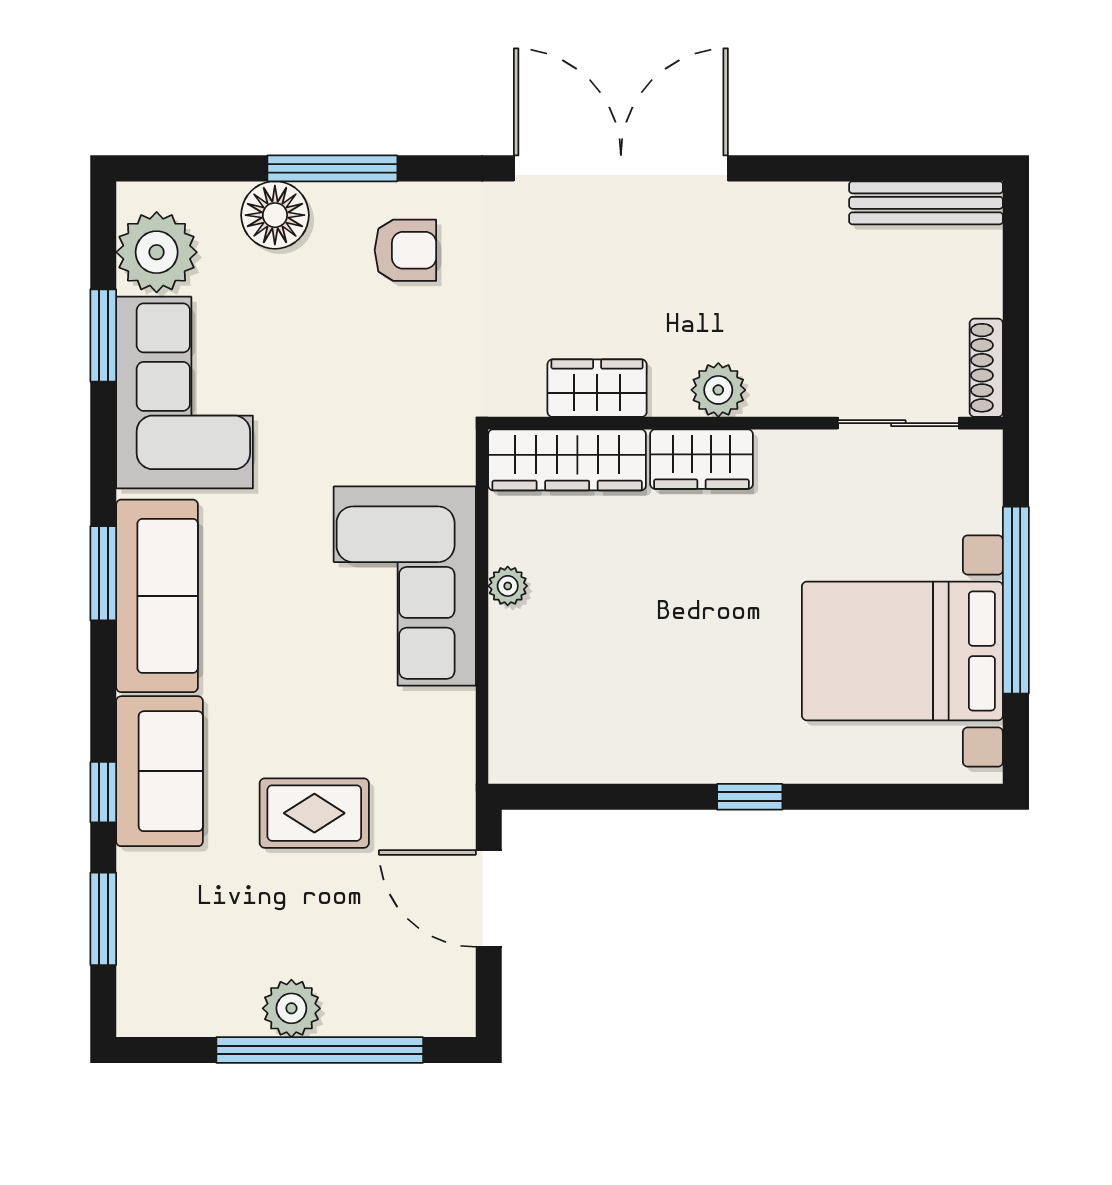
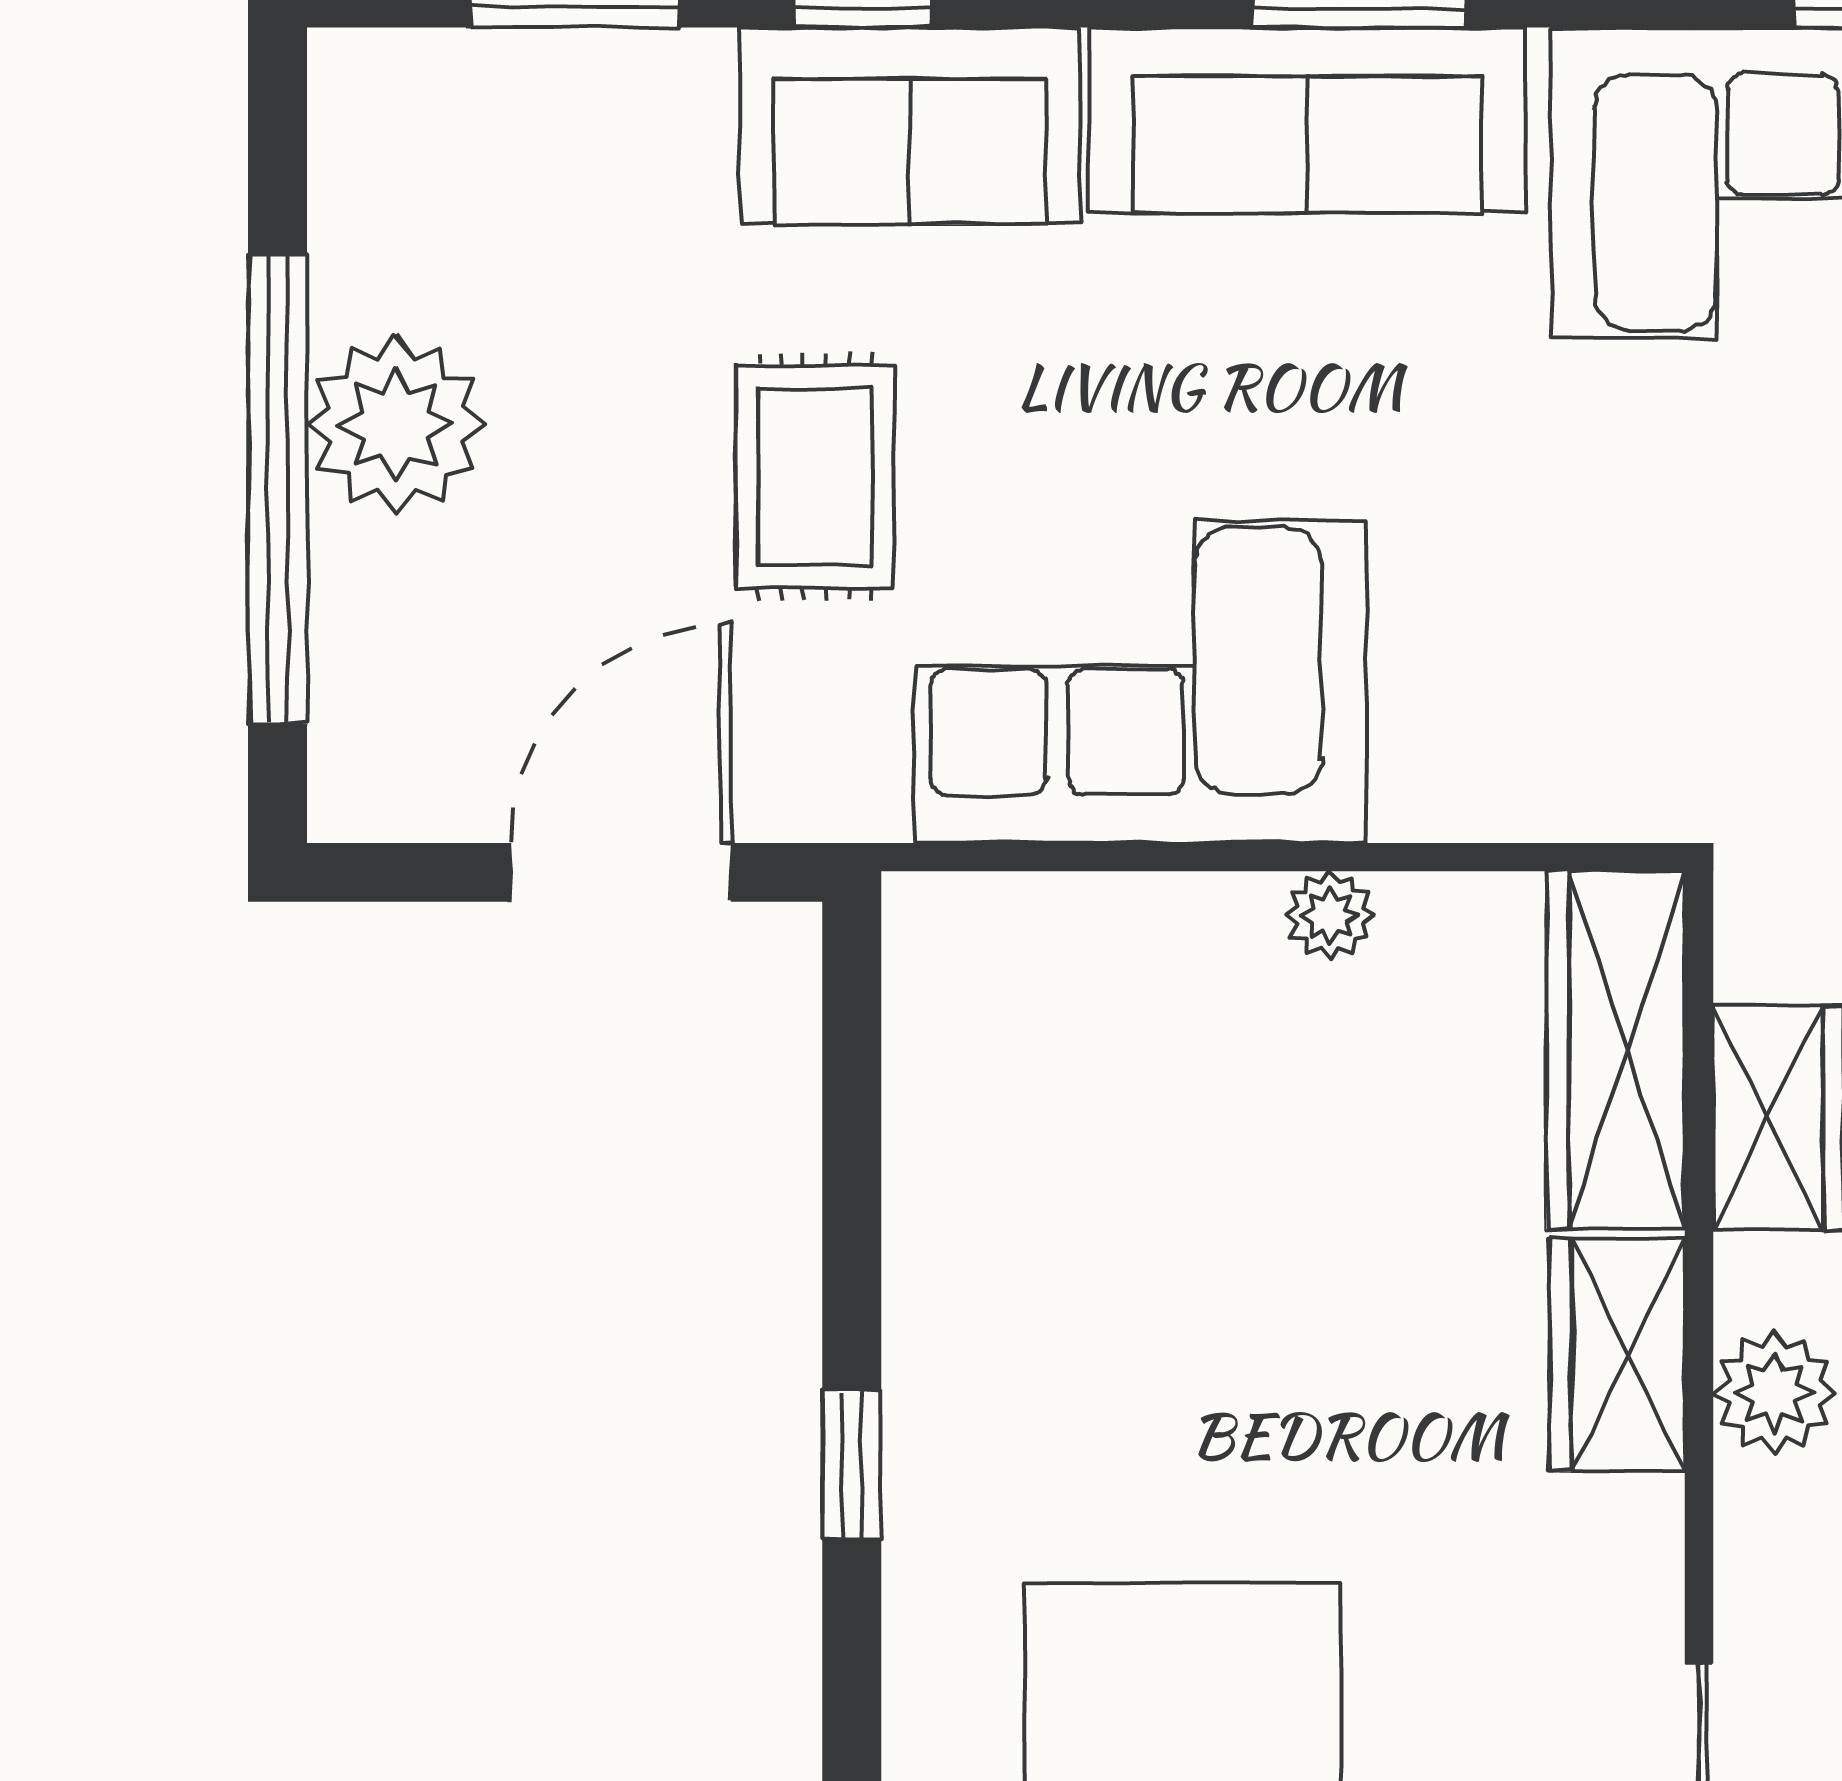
corner sofa: (405, 586) -> (1141, 682), moved
plant: (291, 1008) -> (396, 425), width x1.36, depth x1.36

